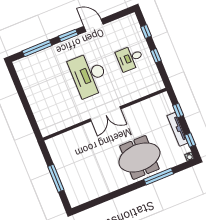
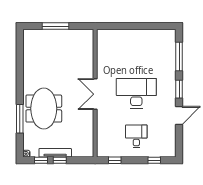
window: (156, 56) -> (115, 160), moved
window: (178, 110) -> (60, 160), moved

